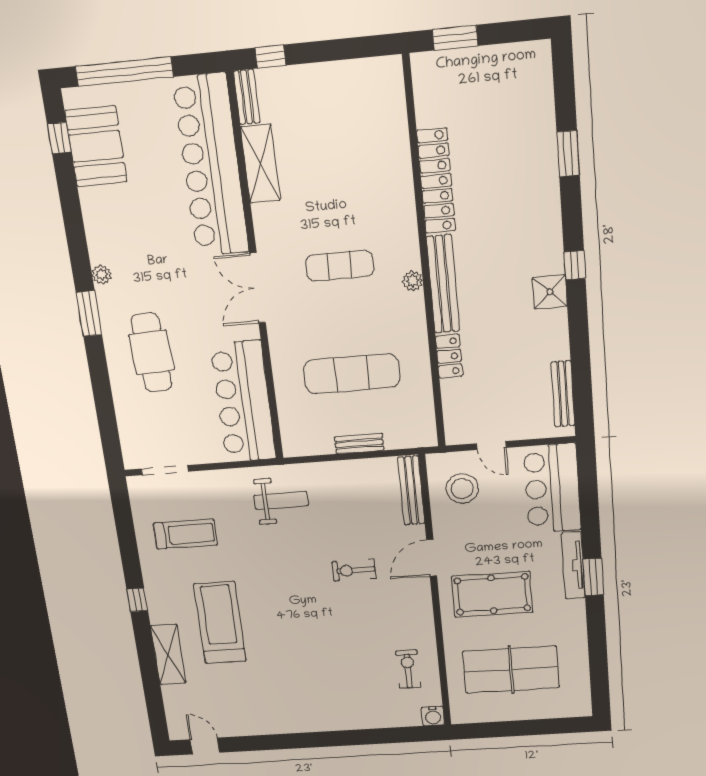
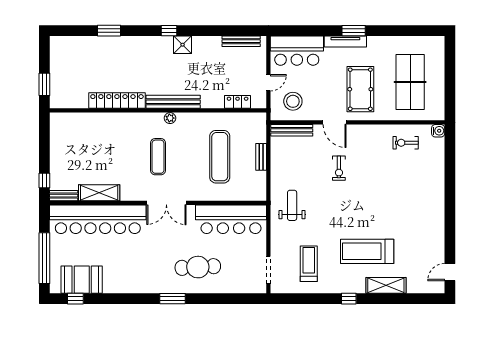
plant: (102, 275) -> (151, 288), removed
locker: (449, 356) -> (238, 102), moved

